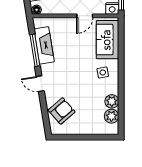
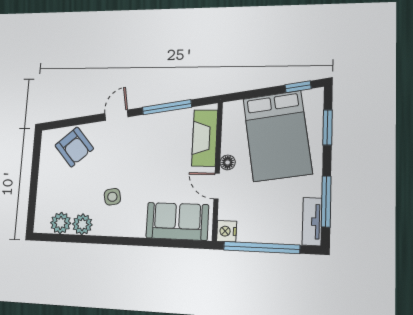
floor lamp: (37, 10) -> (228, 162), moved
fireplace: (44, 45) -> (205, 138), moved, turned 99
side table: (103, 72) -> (112, 197), moved

